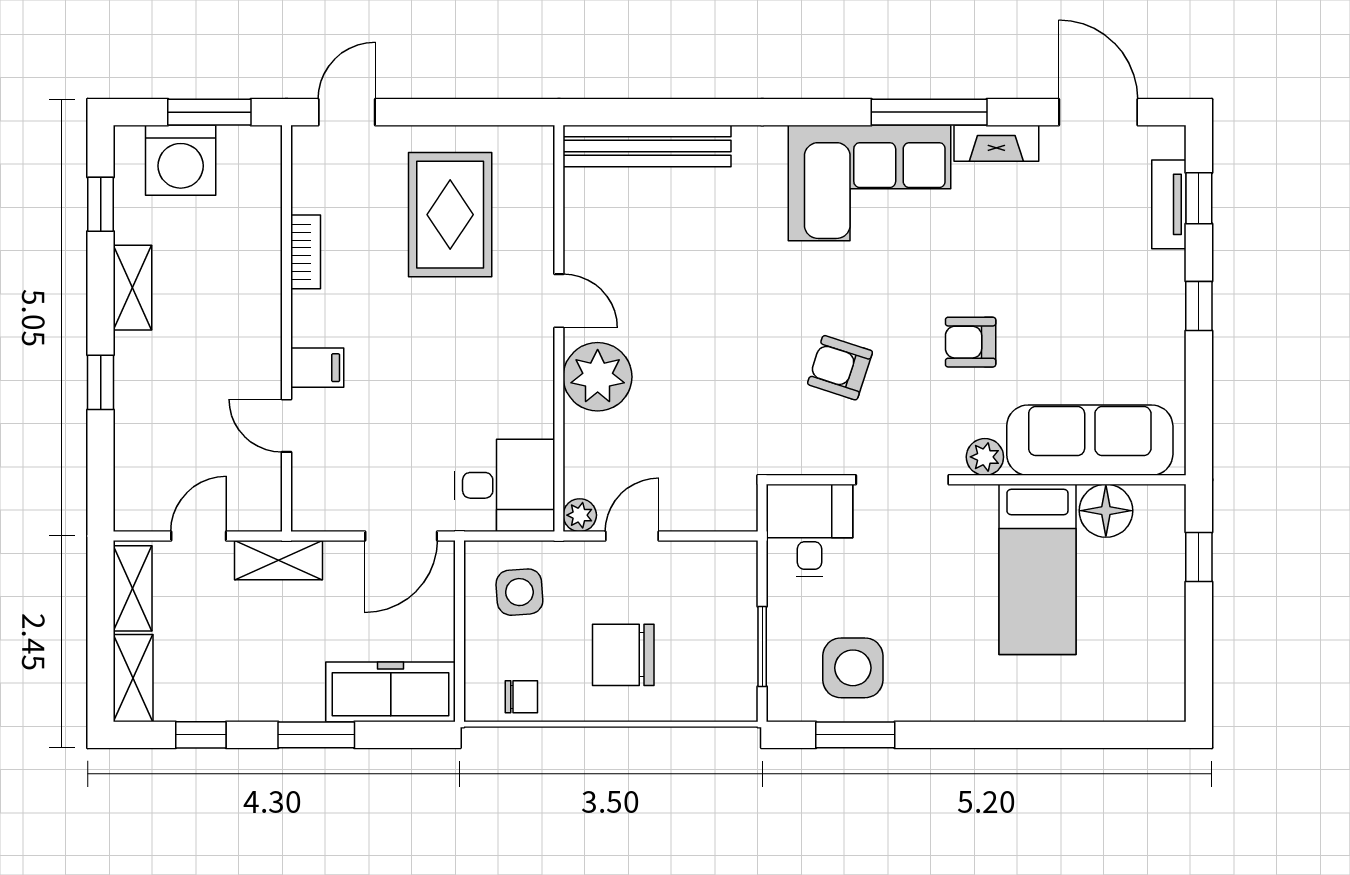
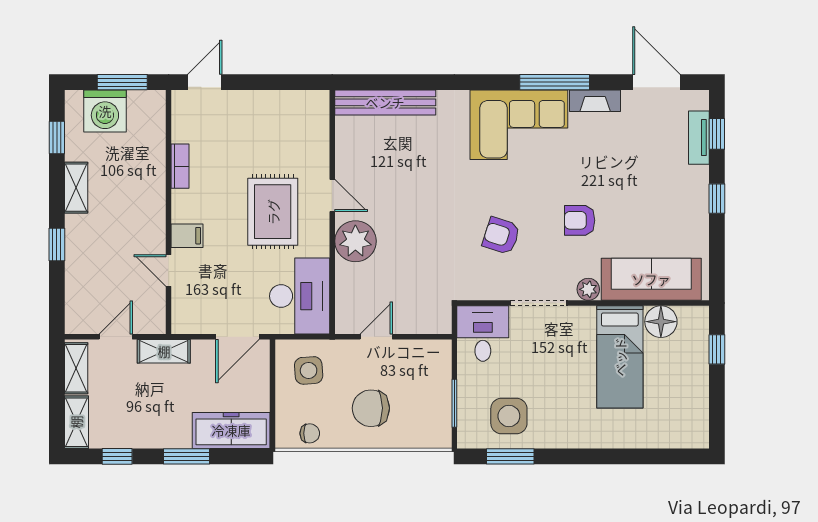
rug: (450, 215) -> (273, 212), moved
desk: (505, 485) -> (300, 296), width x1.37
plant: (580, 515) -> (345, 324), removed

